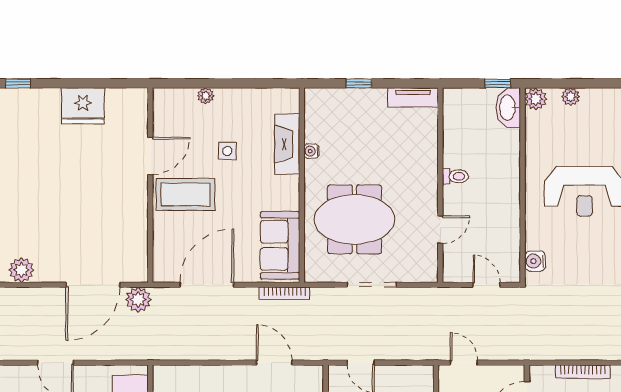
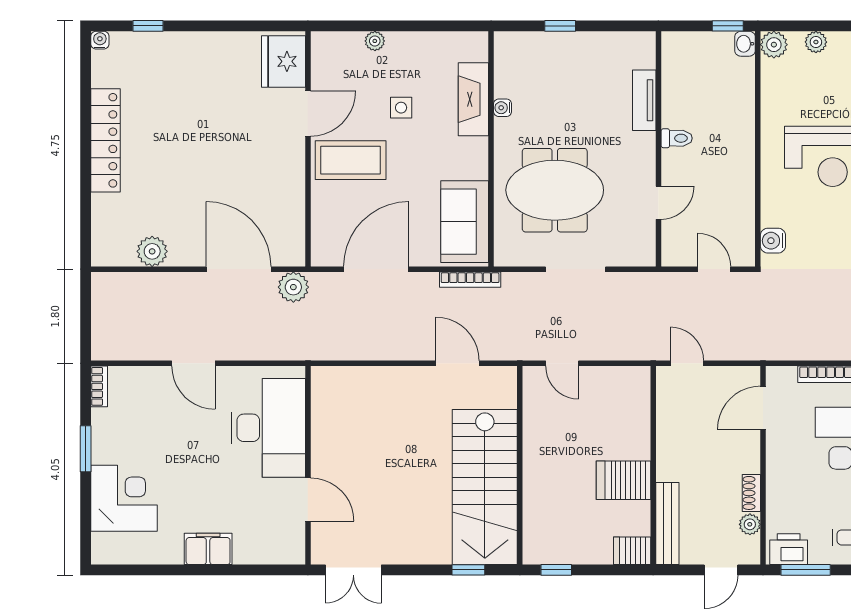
tv unit: (413, 97) -> (644, 100), moved, turned 90
fridge: (83, 106) -> (283, 61), moved, turned 90
washbasin: (508, 108) -> (745, 44), width x0.52, depth x0.69
door: (93, 285) -> (239, 269), swing flipped

